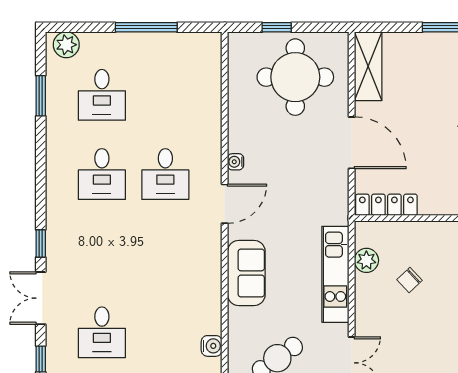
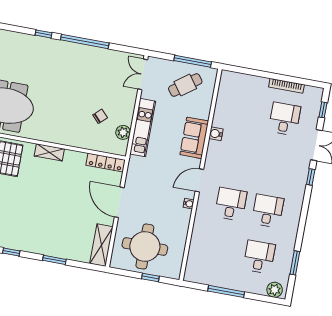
water cooler: (212, 346) -> (216, 134), moved

